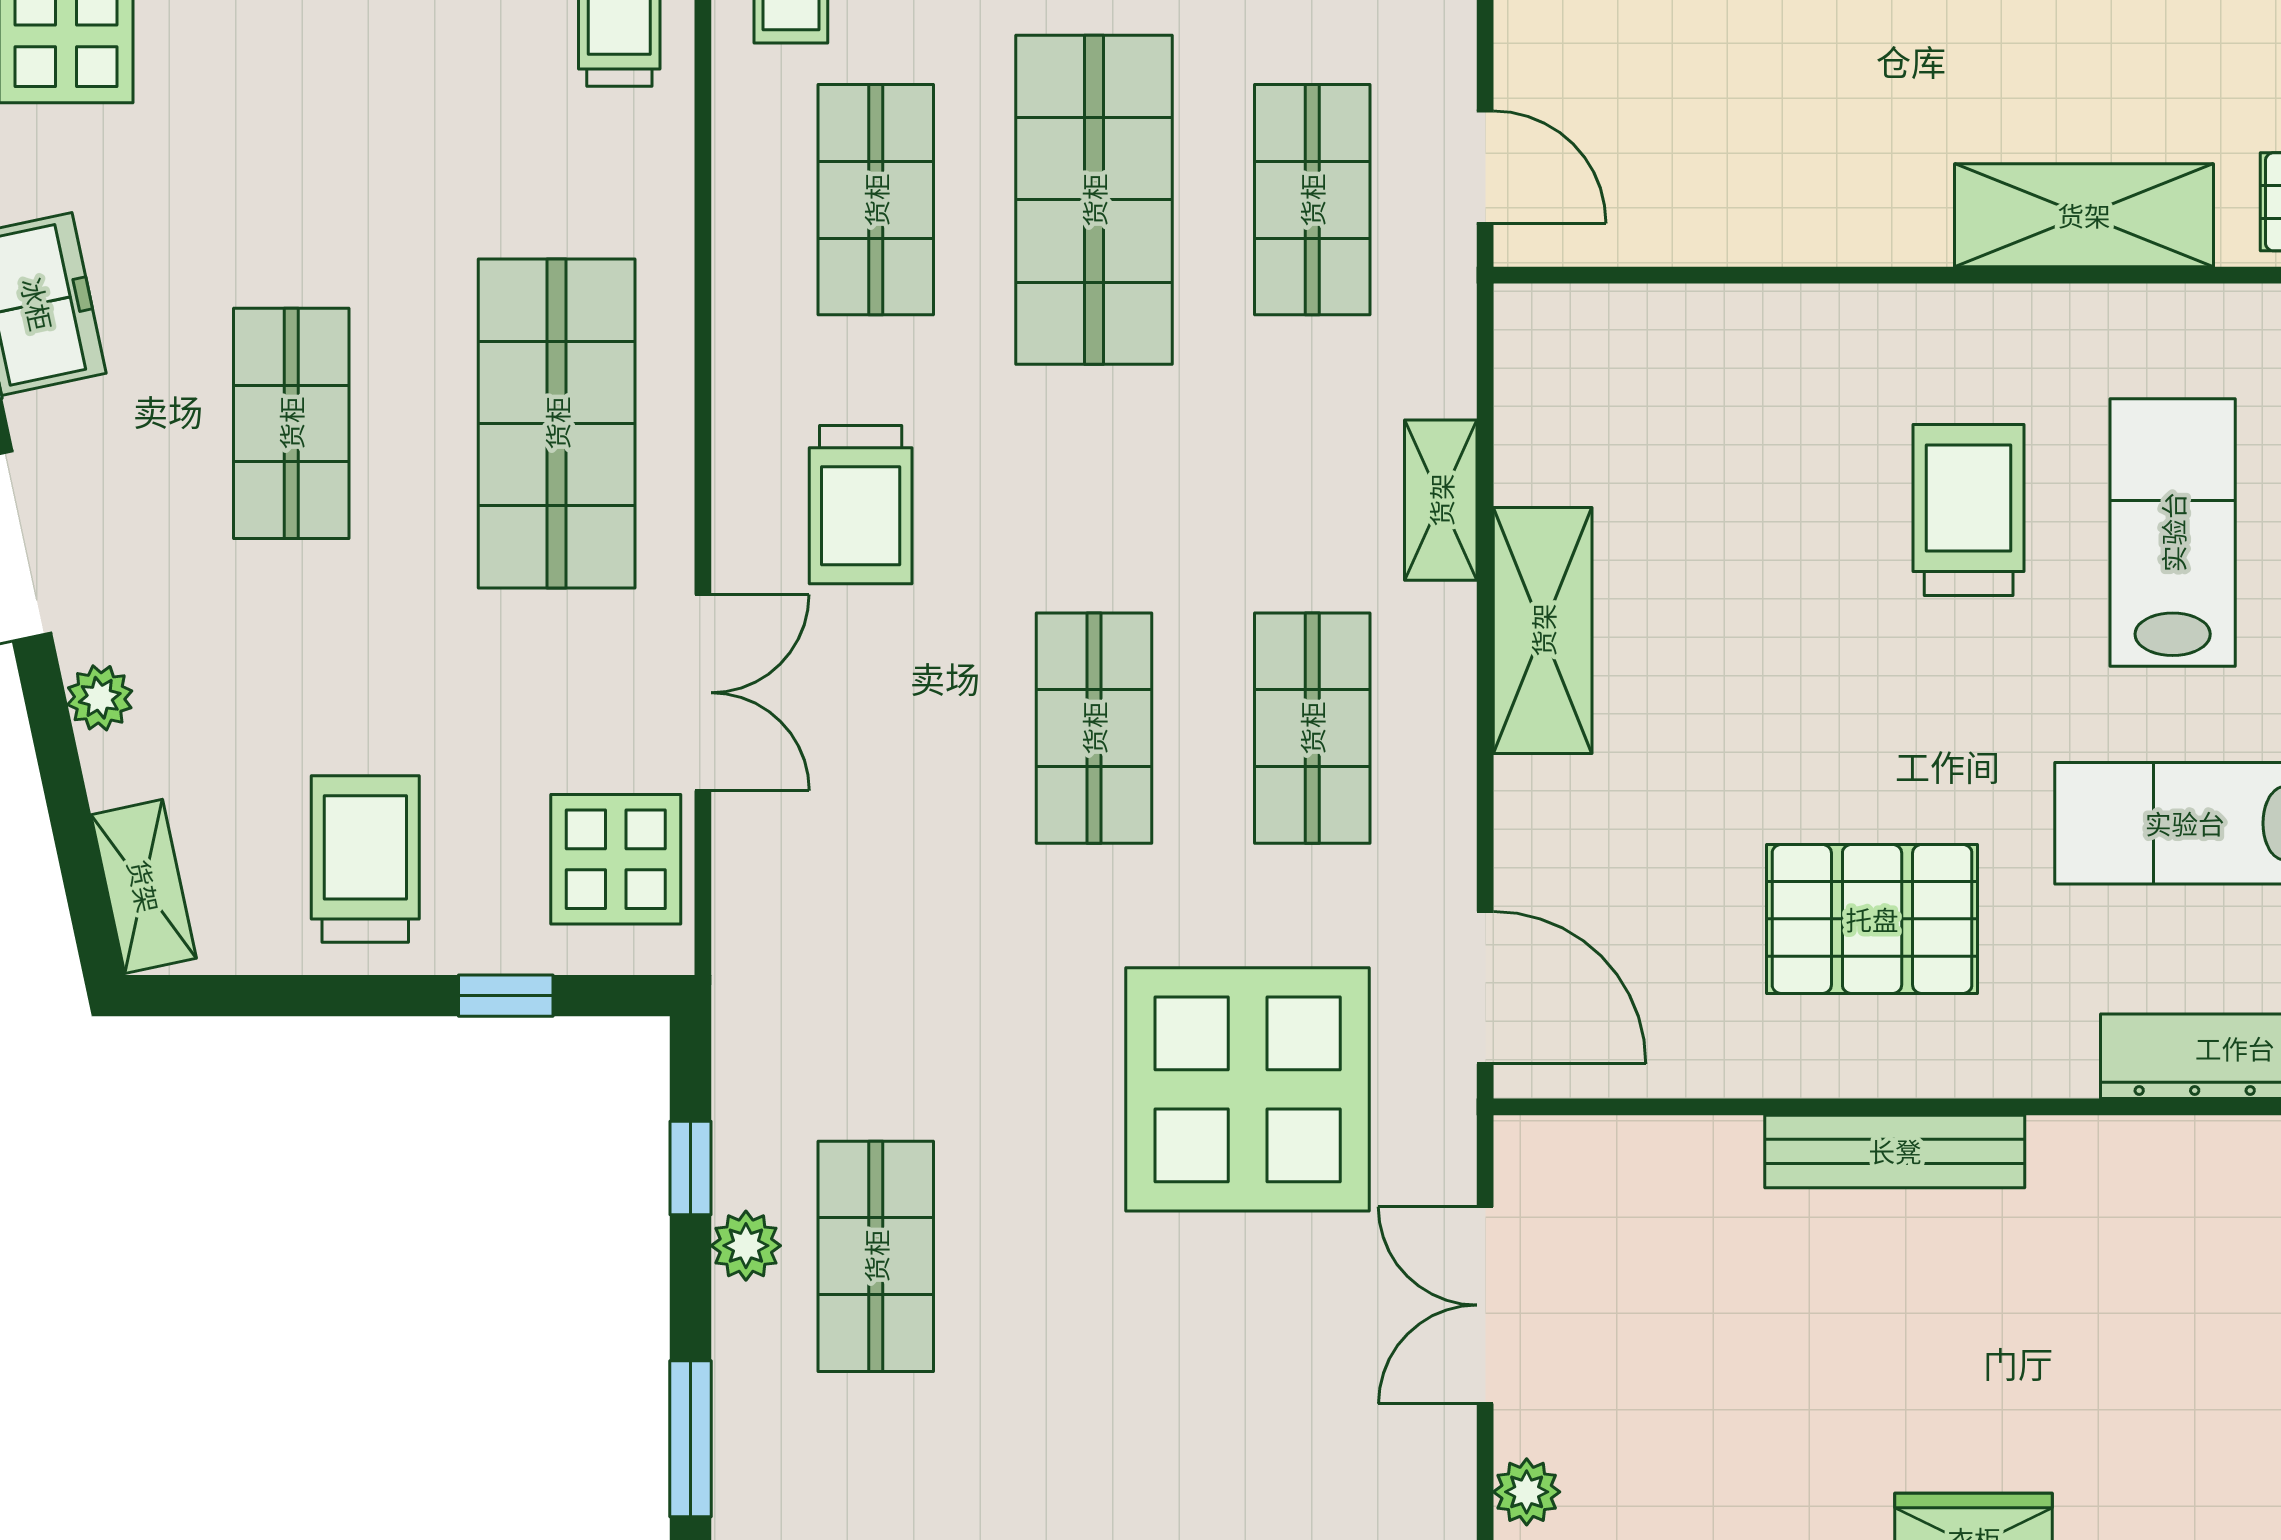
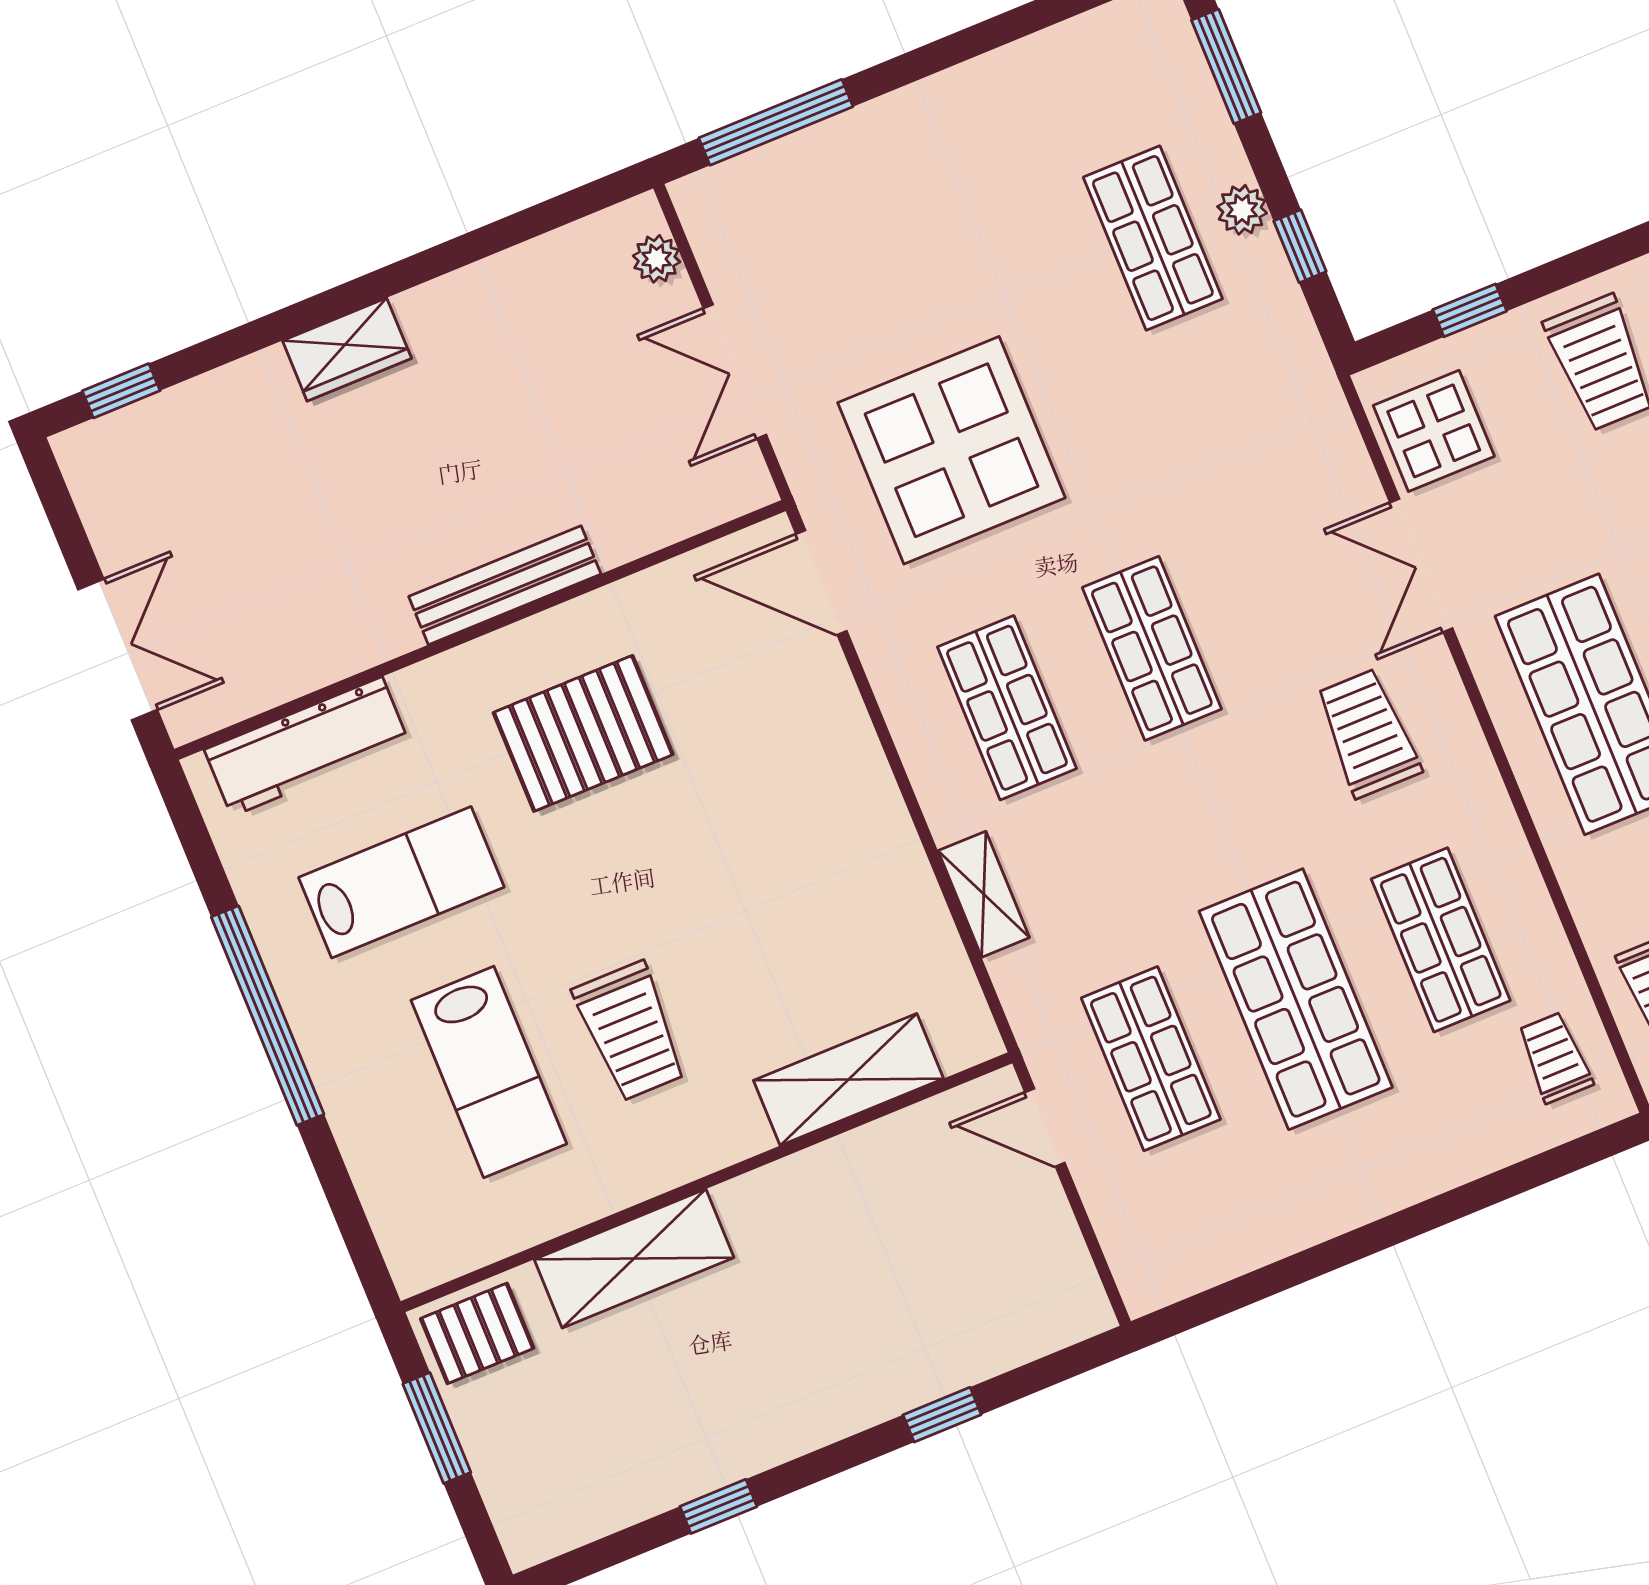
shelving: (1543, 630) -> (848, 1080), moved, turned 90
double door: (1485, 1305) -> (735, 372), swing flipped

